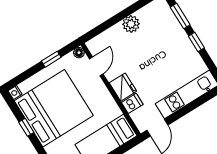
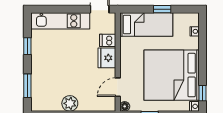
window: (196, 42) -> (27, 46), moved
window: (26, 127) -> (203, 93), moved

